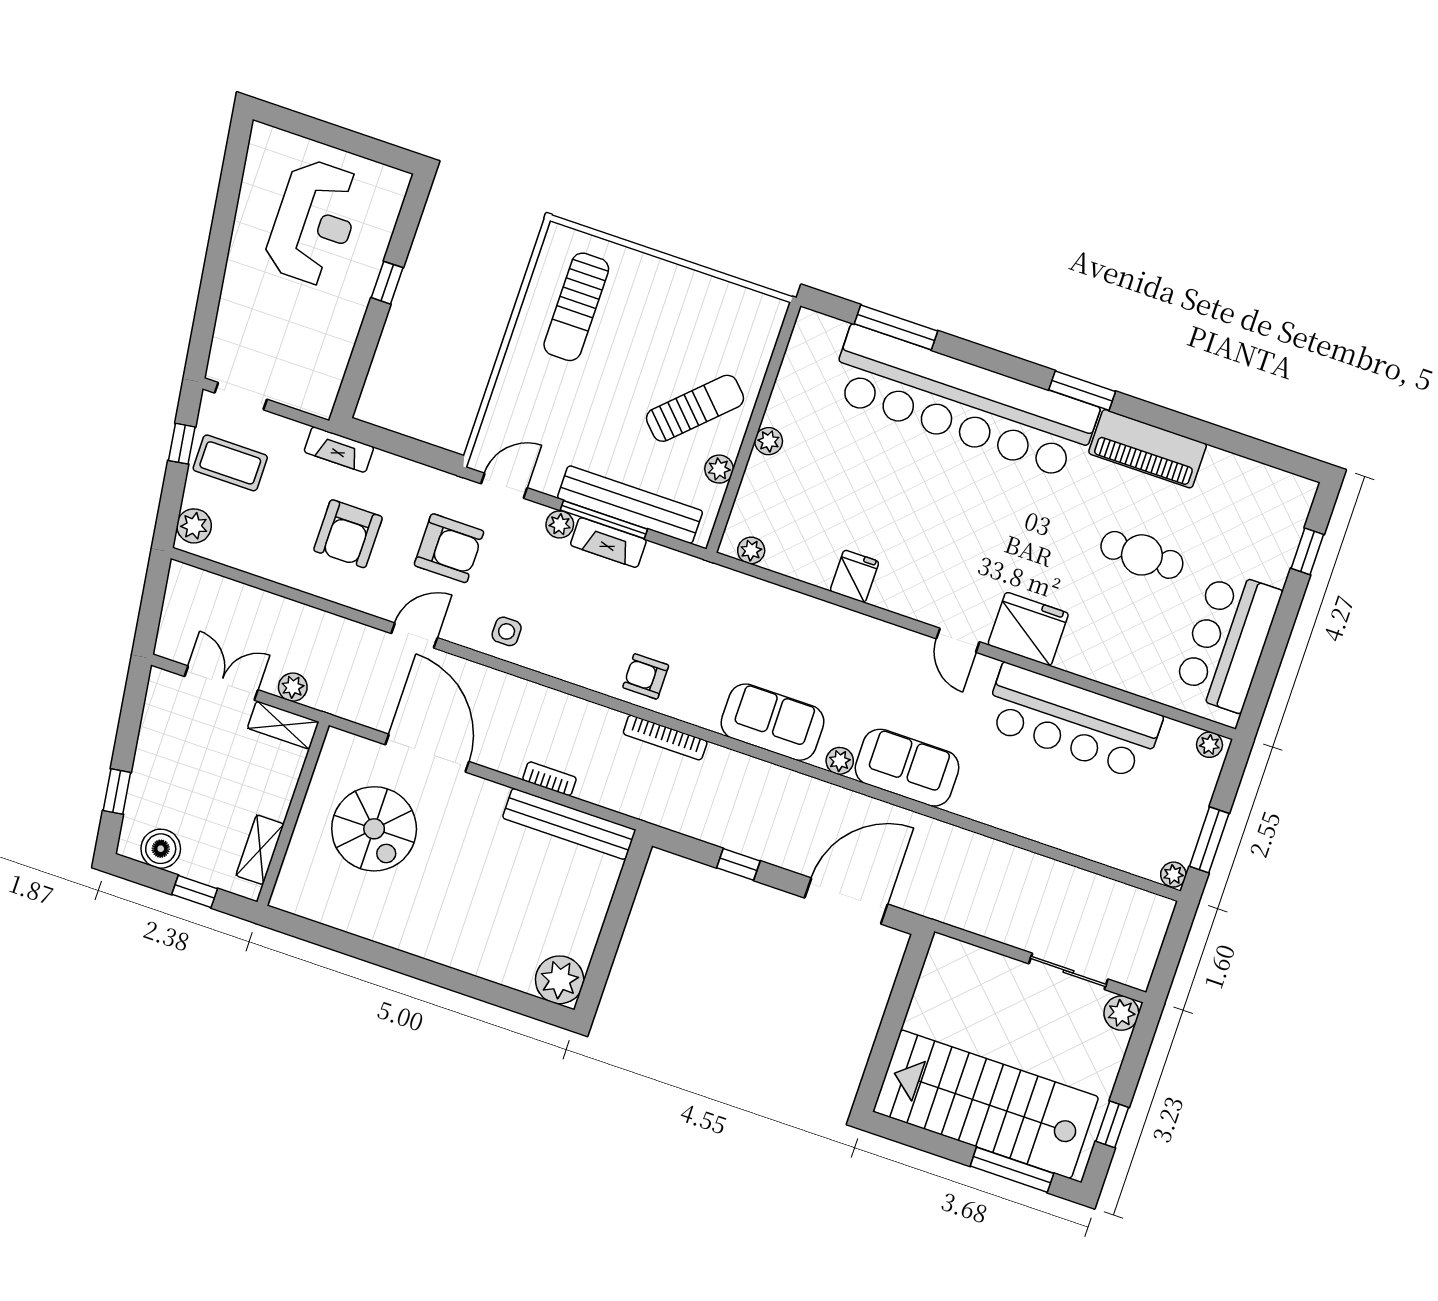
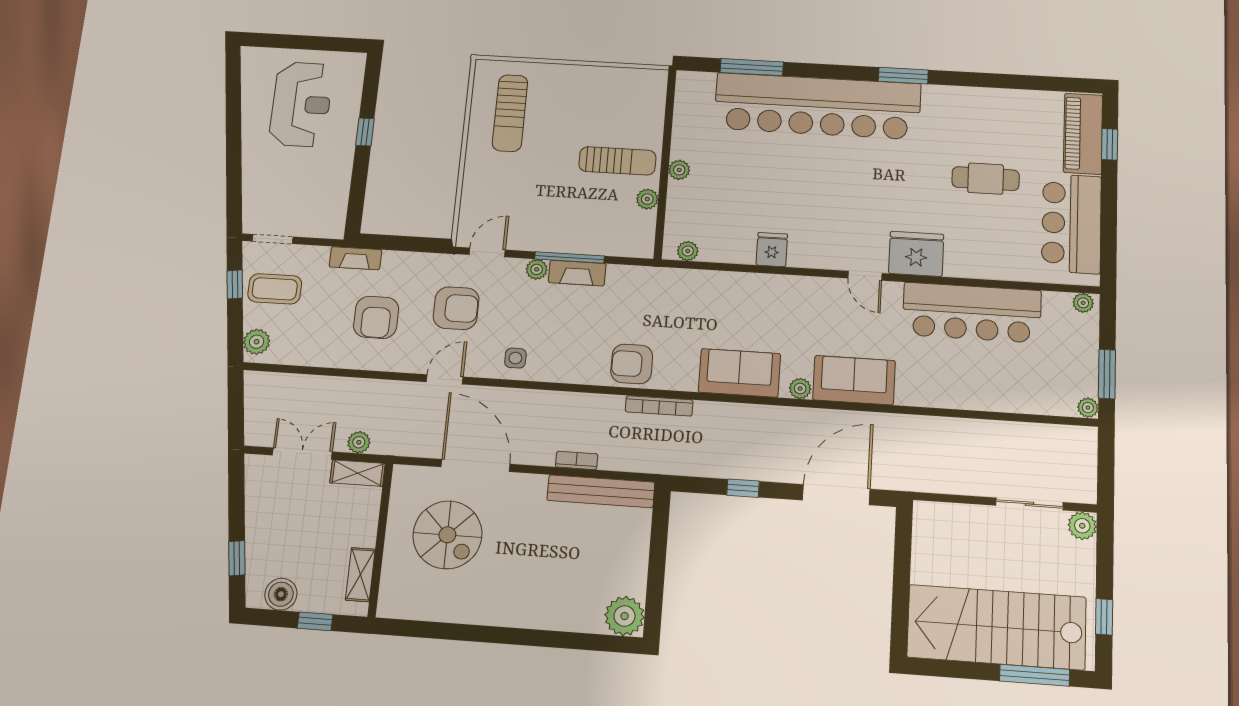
sun lounger: (695, 408) -> (617, 161), turned 44
piano: (1148, 449) -> (1083, 134), moved, turned 90
bench: (630, 505) -> (587, 241), removed
armchair: (646, 676) -> (632, 364), width x1.38, depth x1.38

